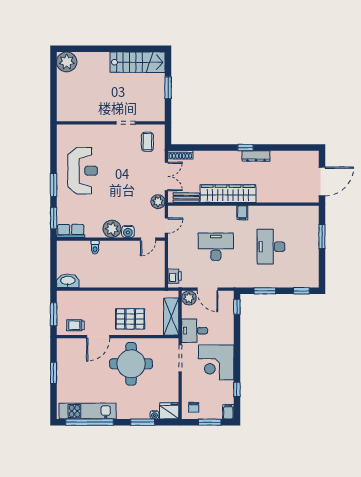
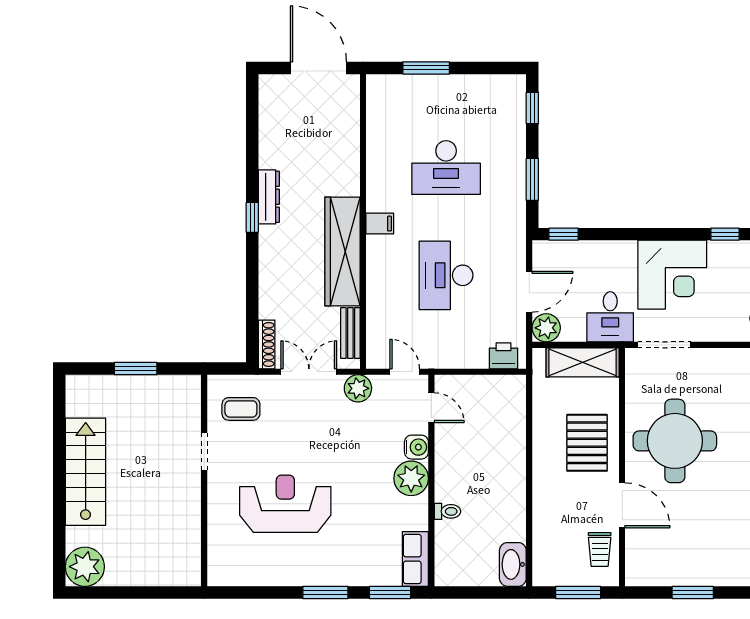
stairs: (138, 62) -> (86, 472), moved
reception desk: (83, 171) -> (285, 504), moved

